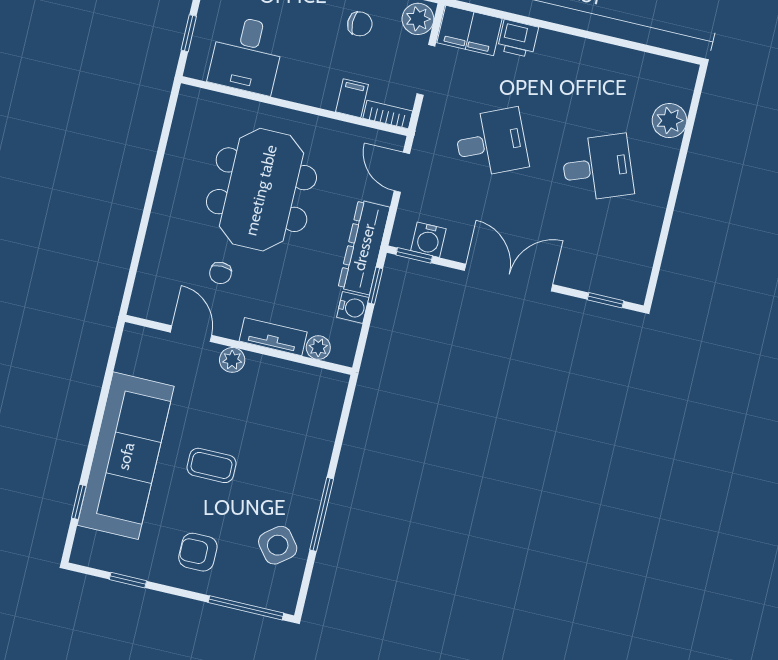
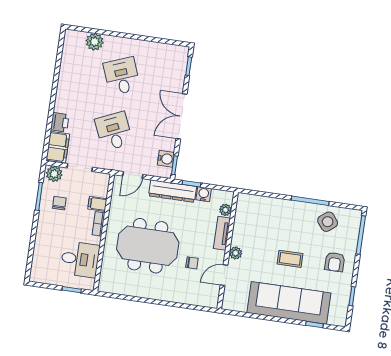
bookcase: (388, 115) -> (98, 224), moved
coffee table: (212, 465) -> (290, 259), turned 90

